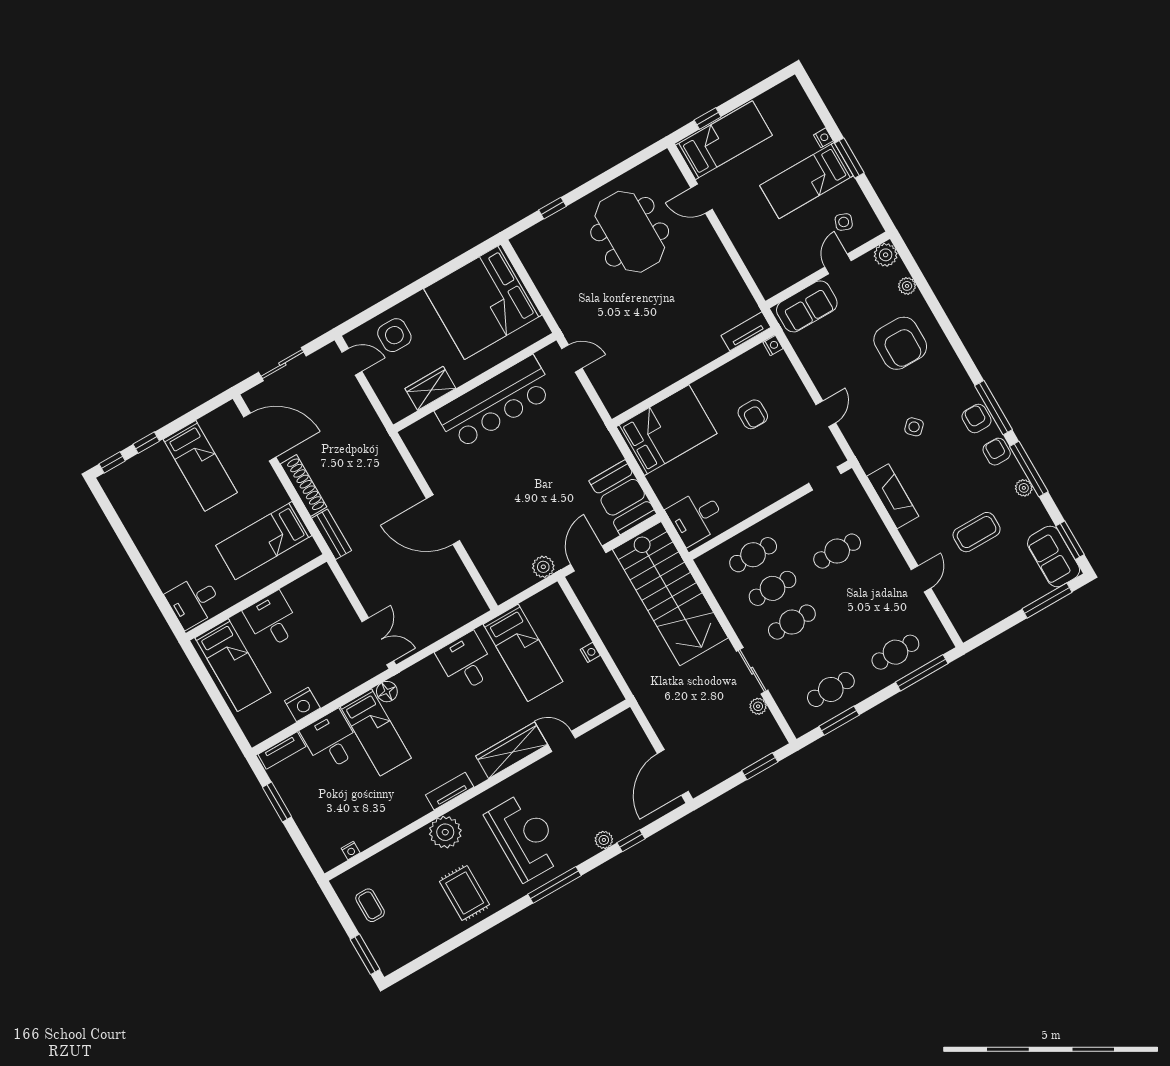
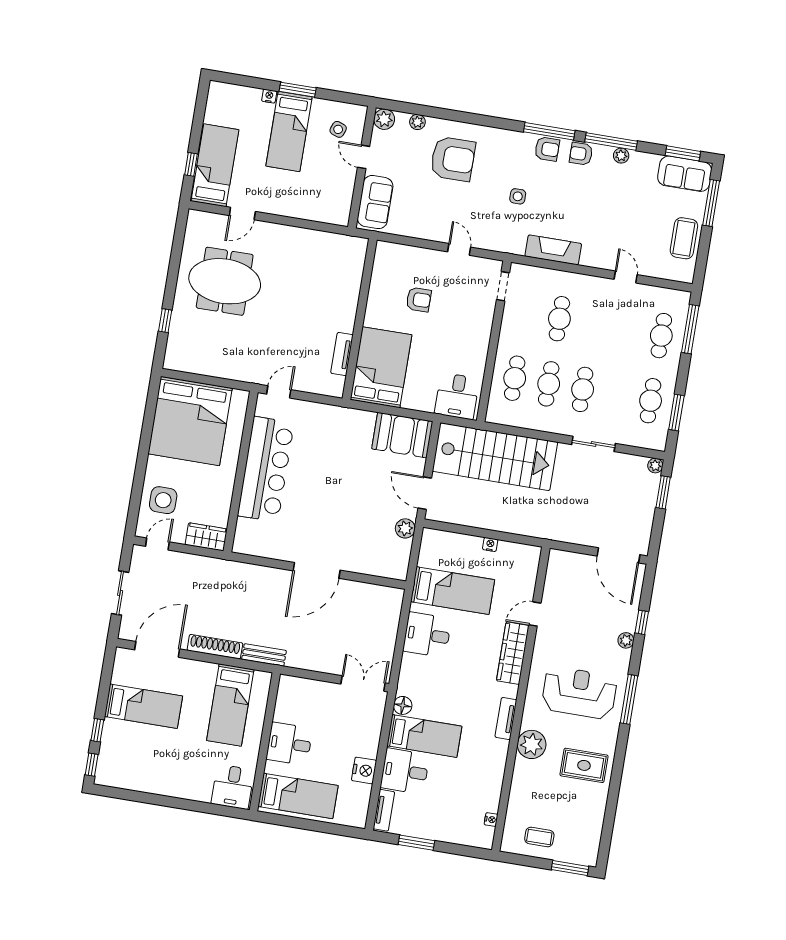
tv unit: (746, 331) -> (342, 354), moved
nightstand: (773, 345) -> (383, 247), removed
wardrobe: (430, 388) -> (206, 537), moved, turned 90
armchair: (976, 419) -> (547, 149), turned 180
side table: (914, 427) -> (518, 196), turned 45
coffee table: (977, 532) -> (684, 238), moved
plant: (758, 706) -> (655, 466), moved

